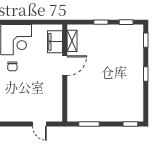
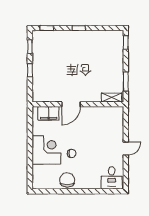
shelving: (72, 41) -> (112, 98), moved
door: (65, 66) -> (71, 104), swing flipped
door: (39, 124) -> (126, 148), moved

